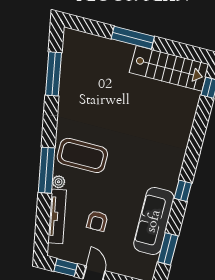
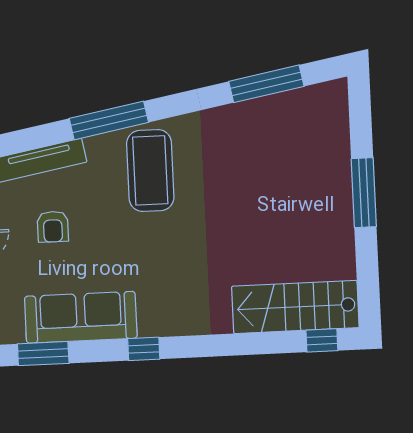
stairs: (169, 68) -> (295, 307), moved, turned 90
plant: (59, 182) -> (96, 145), removed
armchair: (97, 221) -> (53, 227), turned -90

